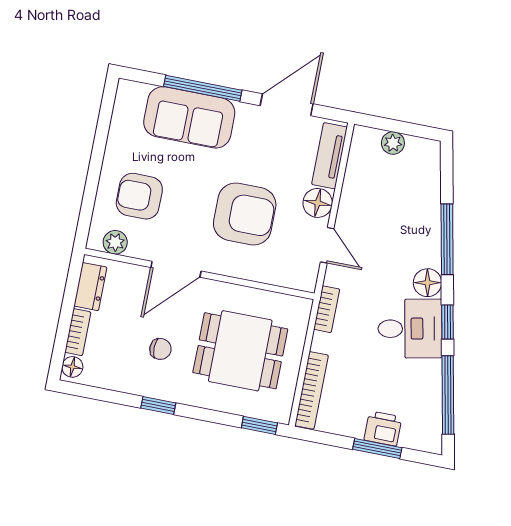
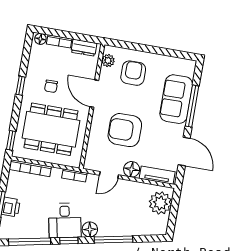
plant: (393, 143) -> (160, 203), width x1.87, depth x1.87
armchair: (245, 214) -> (125, 130), turned 90
dining table: (240, 351) -> (51, 129), width x1.38

